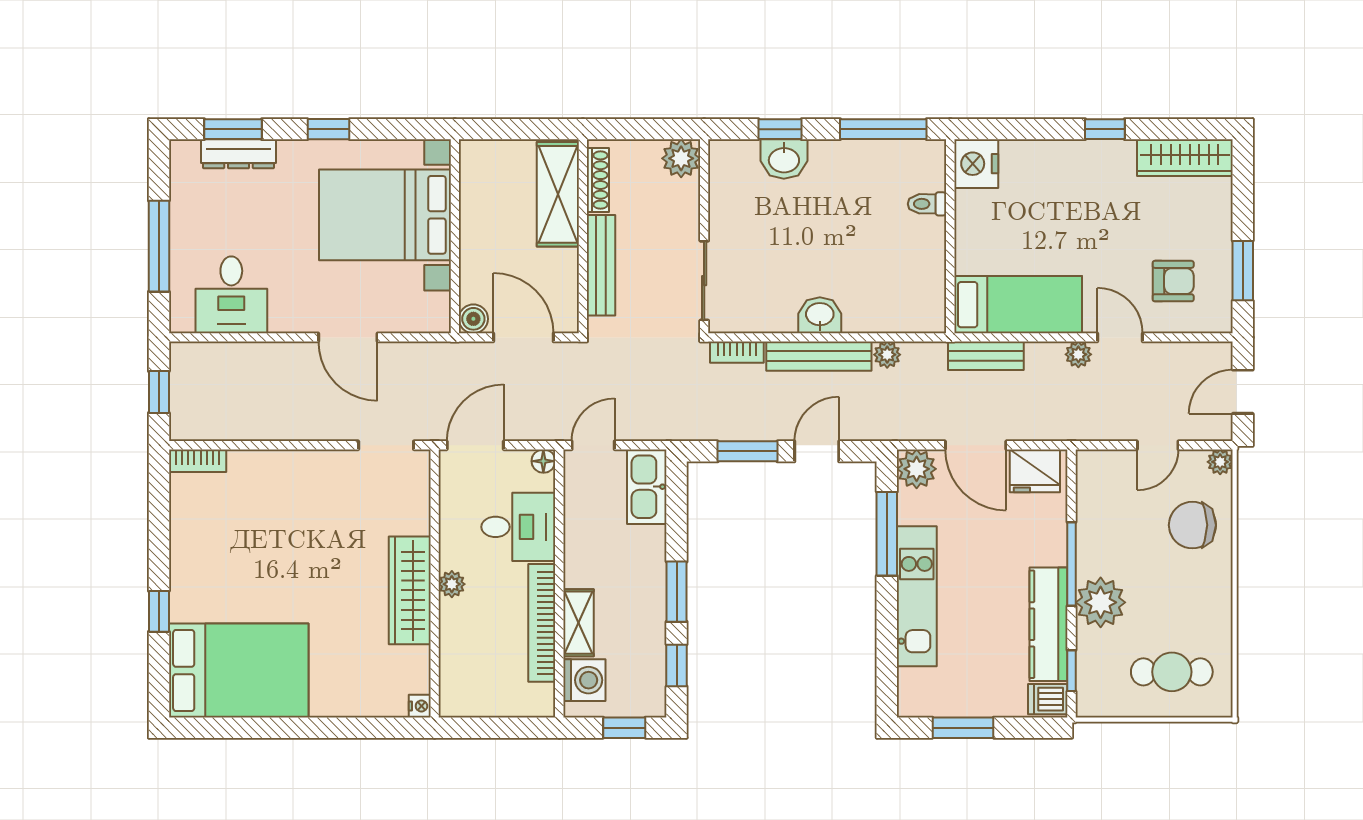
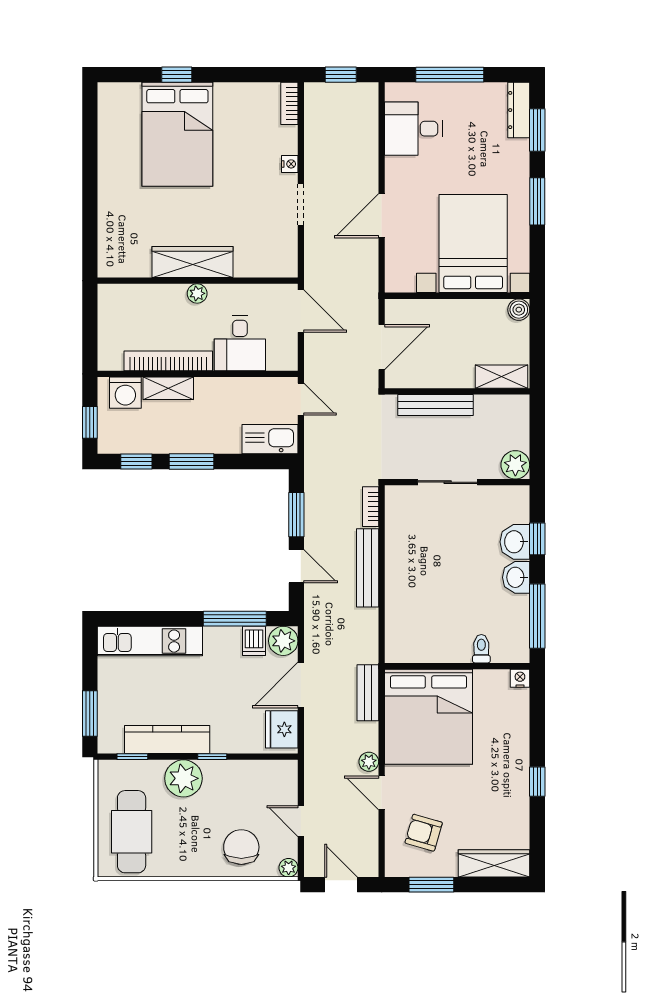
window: (328, 129) -> (537, 201), width x1.50
dresser: (239, 154) -> (519, 110), moved
wardrobe: (1185, 158) -> (494, 863), moved, turned 90
nightstand: (976, 164) -> (520, 678), width x0.53, depth x0.56
shoe rack: (598, 180) -> (499, 403), removed
shelving: (558, 194) -> (502, 377), width x0.67, depth x0.75
sliding door: (704, 281) -> (448, 482), moved
armchair: (1173, 281) -> (424, 833), turned 106
bed: (1018, 305) -> (428, 717), width x2.04
washbasin: (820, 315) -> (516, 577), moved, turned 180
boiler: (473, 319) -> (519, 310), moved
door: (1120, 337) -> (382, 793), swing flipped
plant: (887, 355) -> (369, 619), removed
doorway: (386, 445) -> (301, 205), moved
floor lamp: (543, 461) -> (289, 362), removed
window: (1072, 564) -> (212, 757), width x0.46
kitchen unit: (917, 596) -> (150, 641), moved
bed: (239, 670) -> (177, 134), moved
cafe table: (1172, 672) -> (132, 832), width x1.37, depth x1.35
dishwasher: (1048, 699) -> (254, 641), moved, turned 180
nightstand: (420, 706) -> (290, 164), moved, turned -90
window: (963, 728) -> (90, 714), moved

